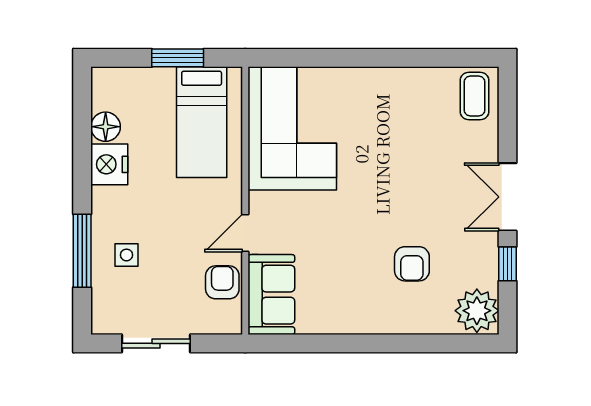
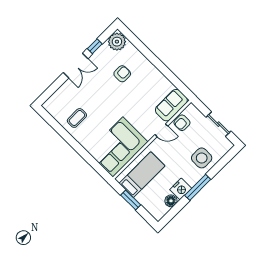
coffee table: (475, 96) -> (77, 118), moved
window: (82, 251) -> (198, 187), moved
side table: (126, 255) -> (202, 158), width x1.87, depth x1.87

